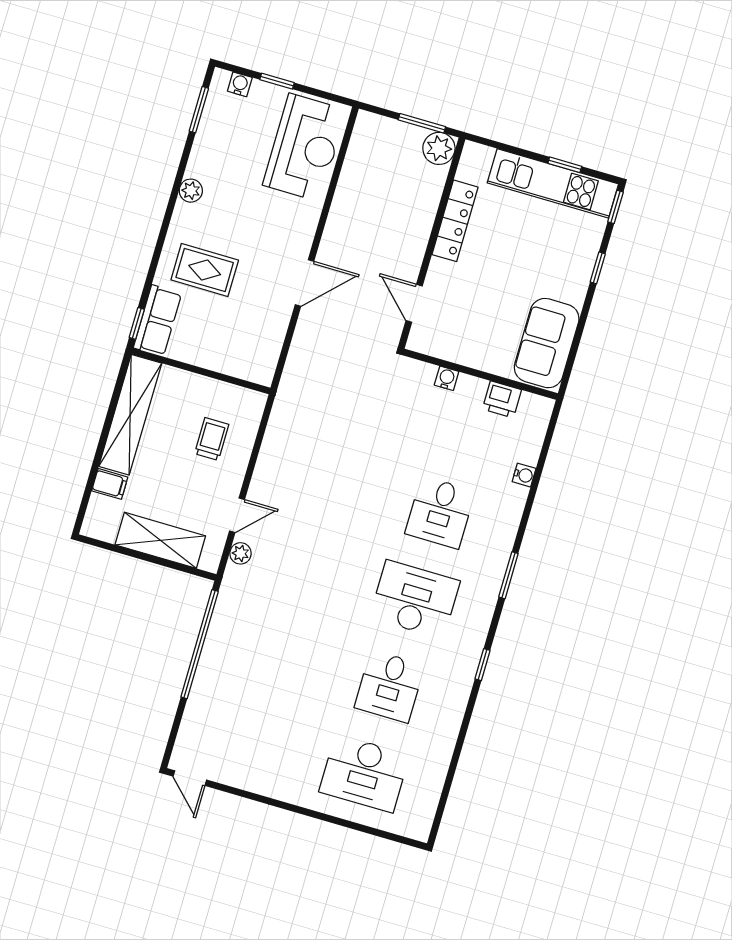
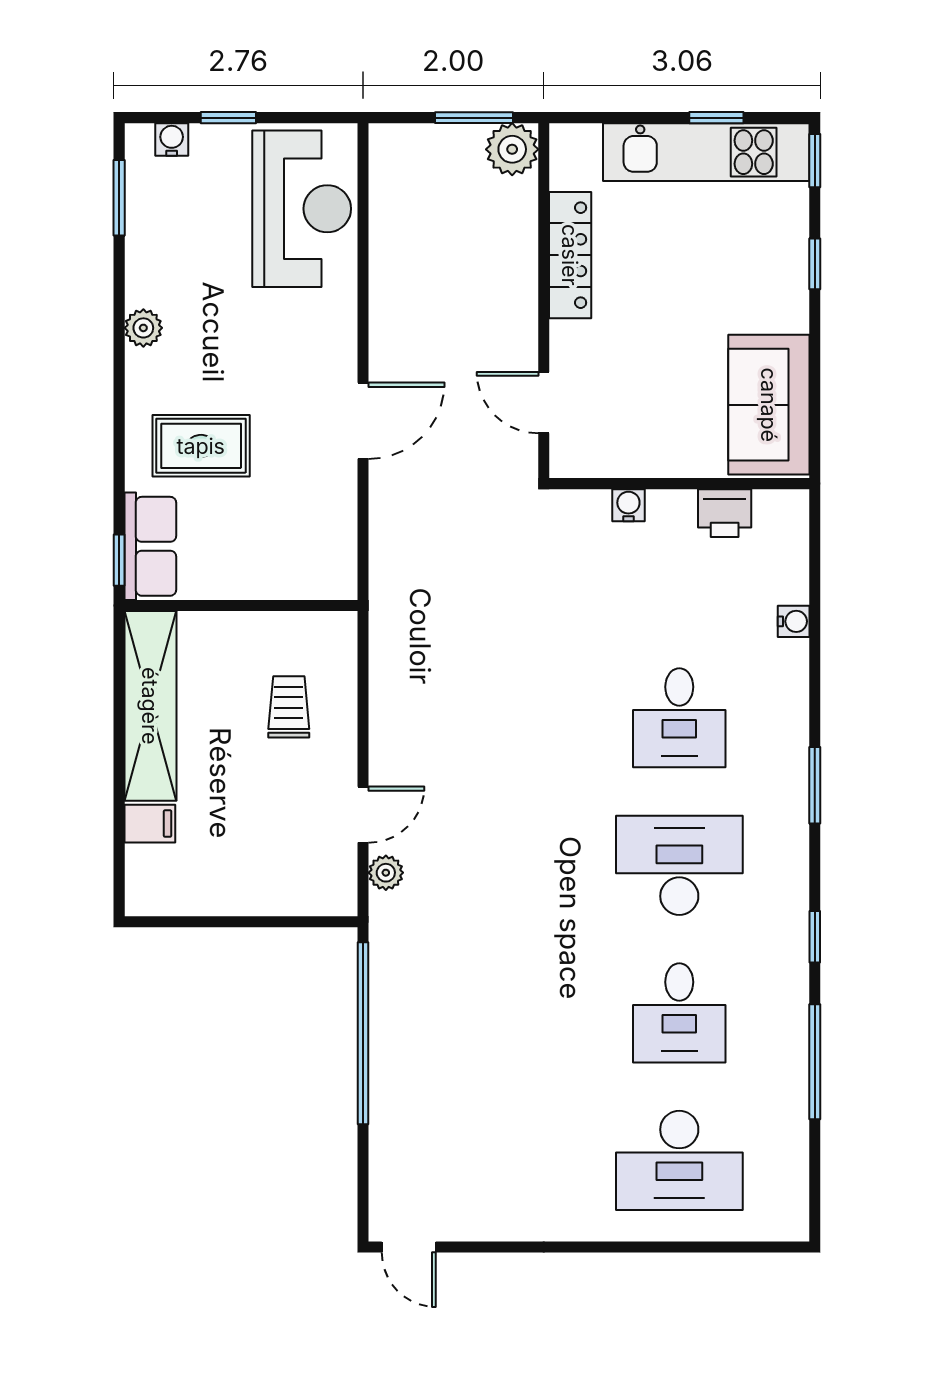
shelving: (160, 540) -> (254, 889), removed
window: (461, 738) -> (815, 1062), added

